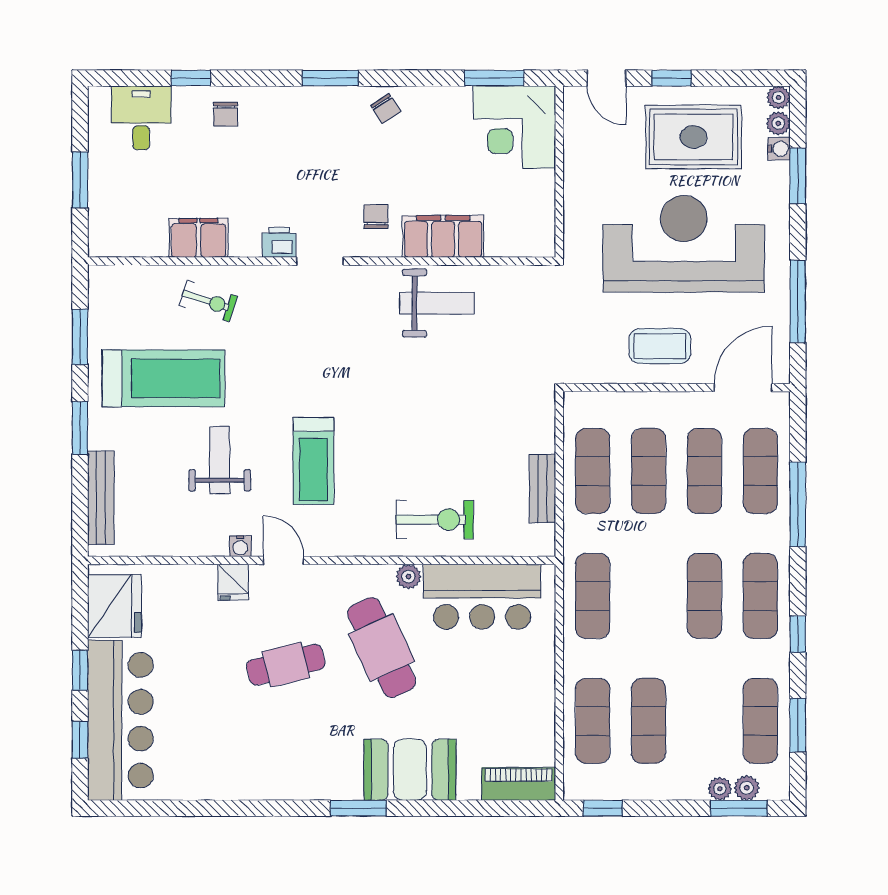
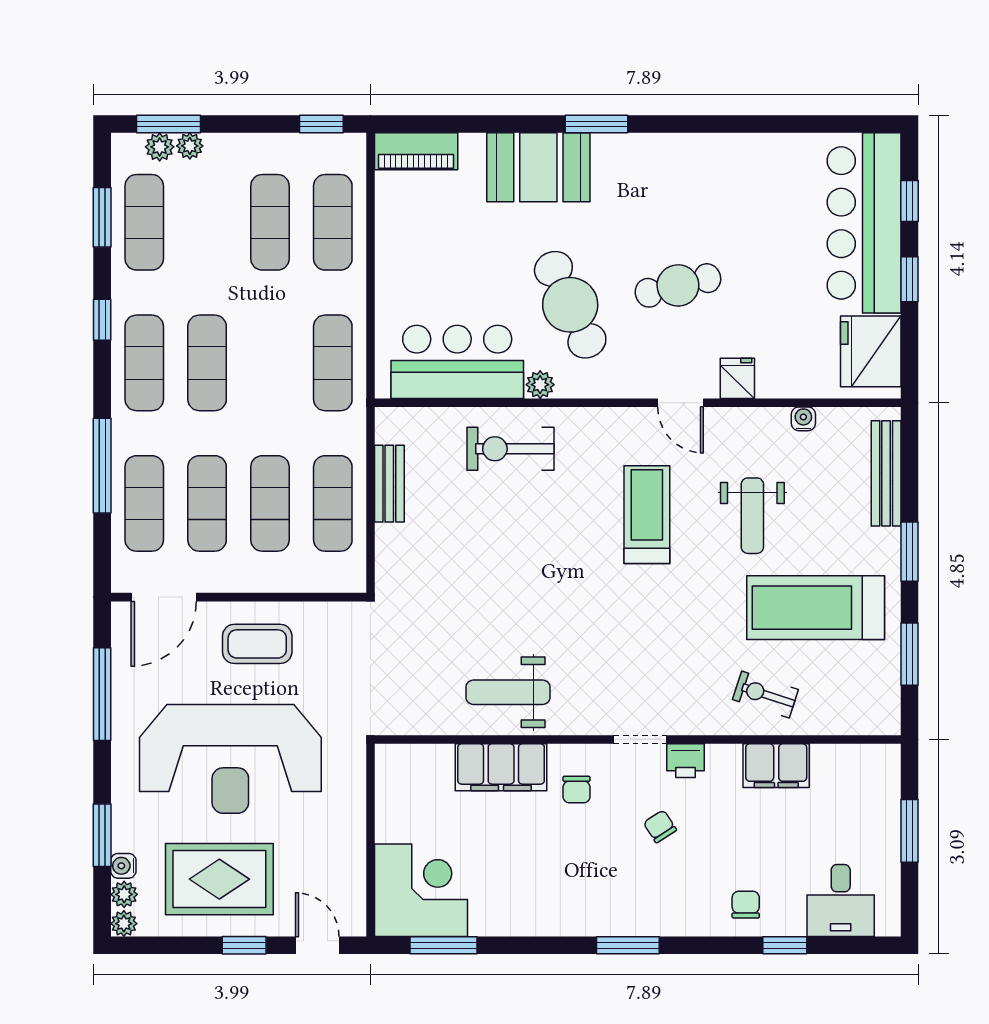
chair: (386, 109) -> (660, 826), moved
water cooler: (240, 546) -> (803, 419), moved

